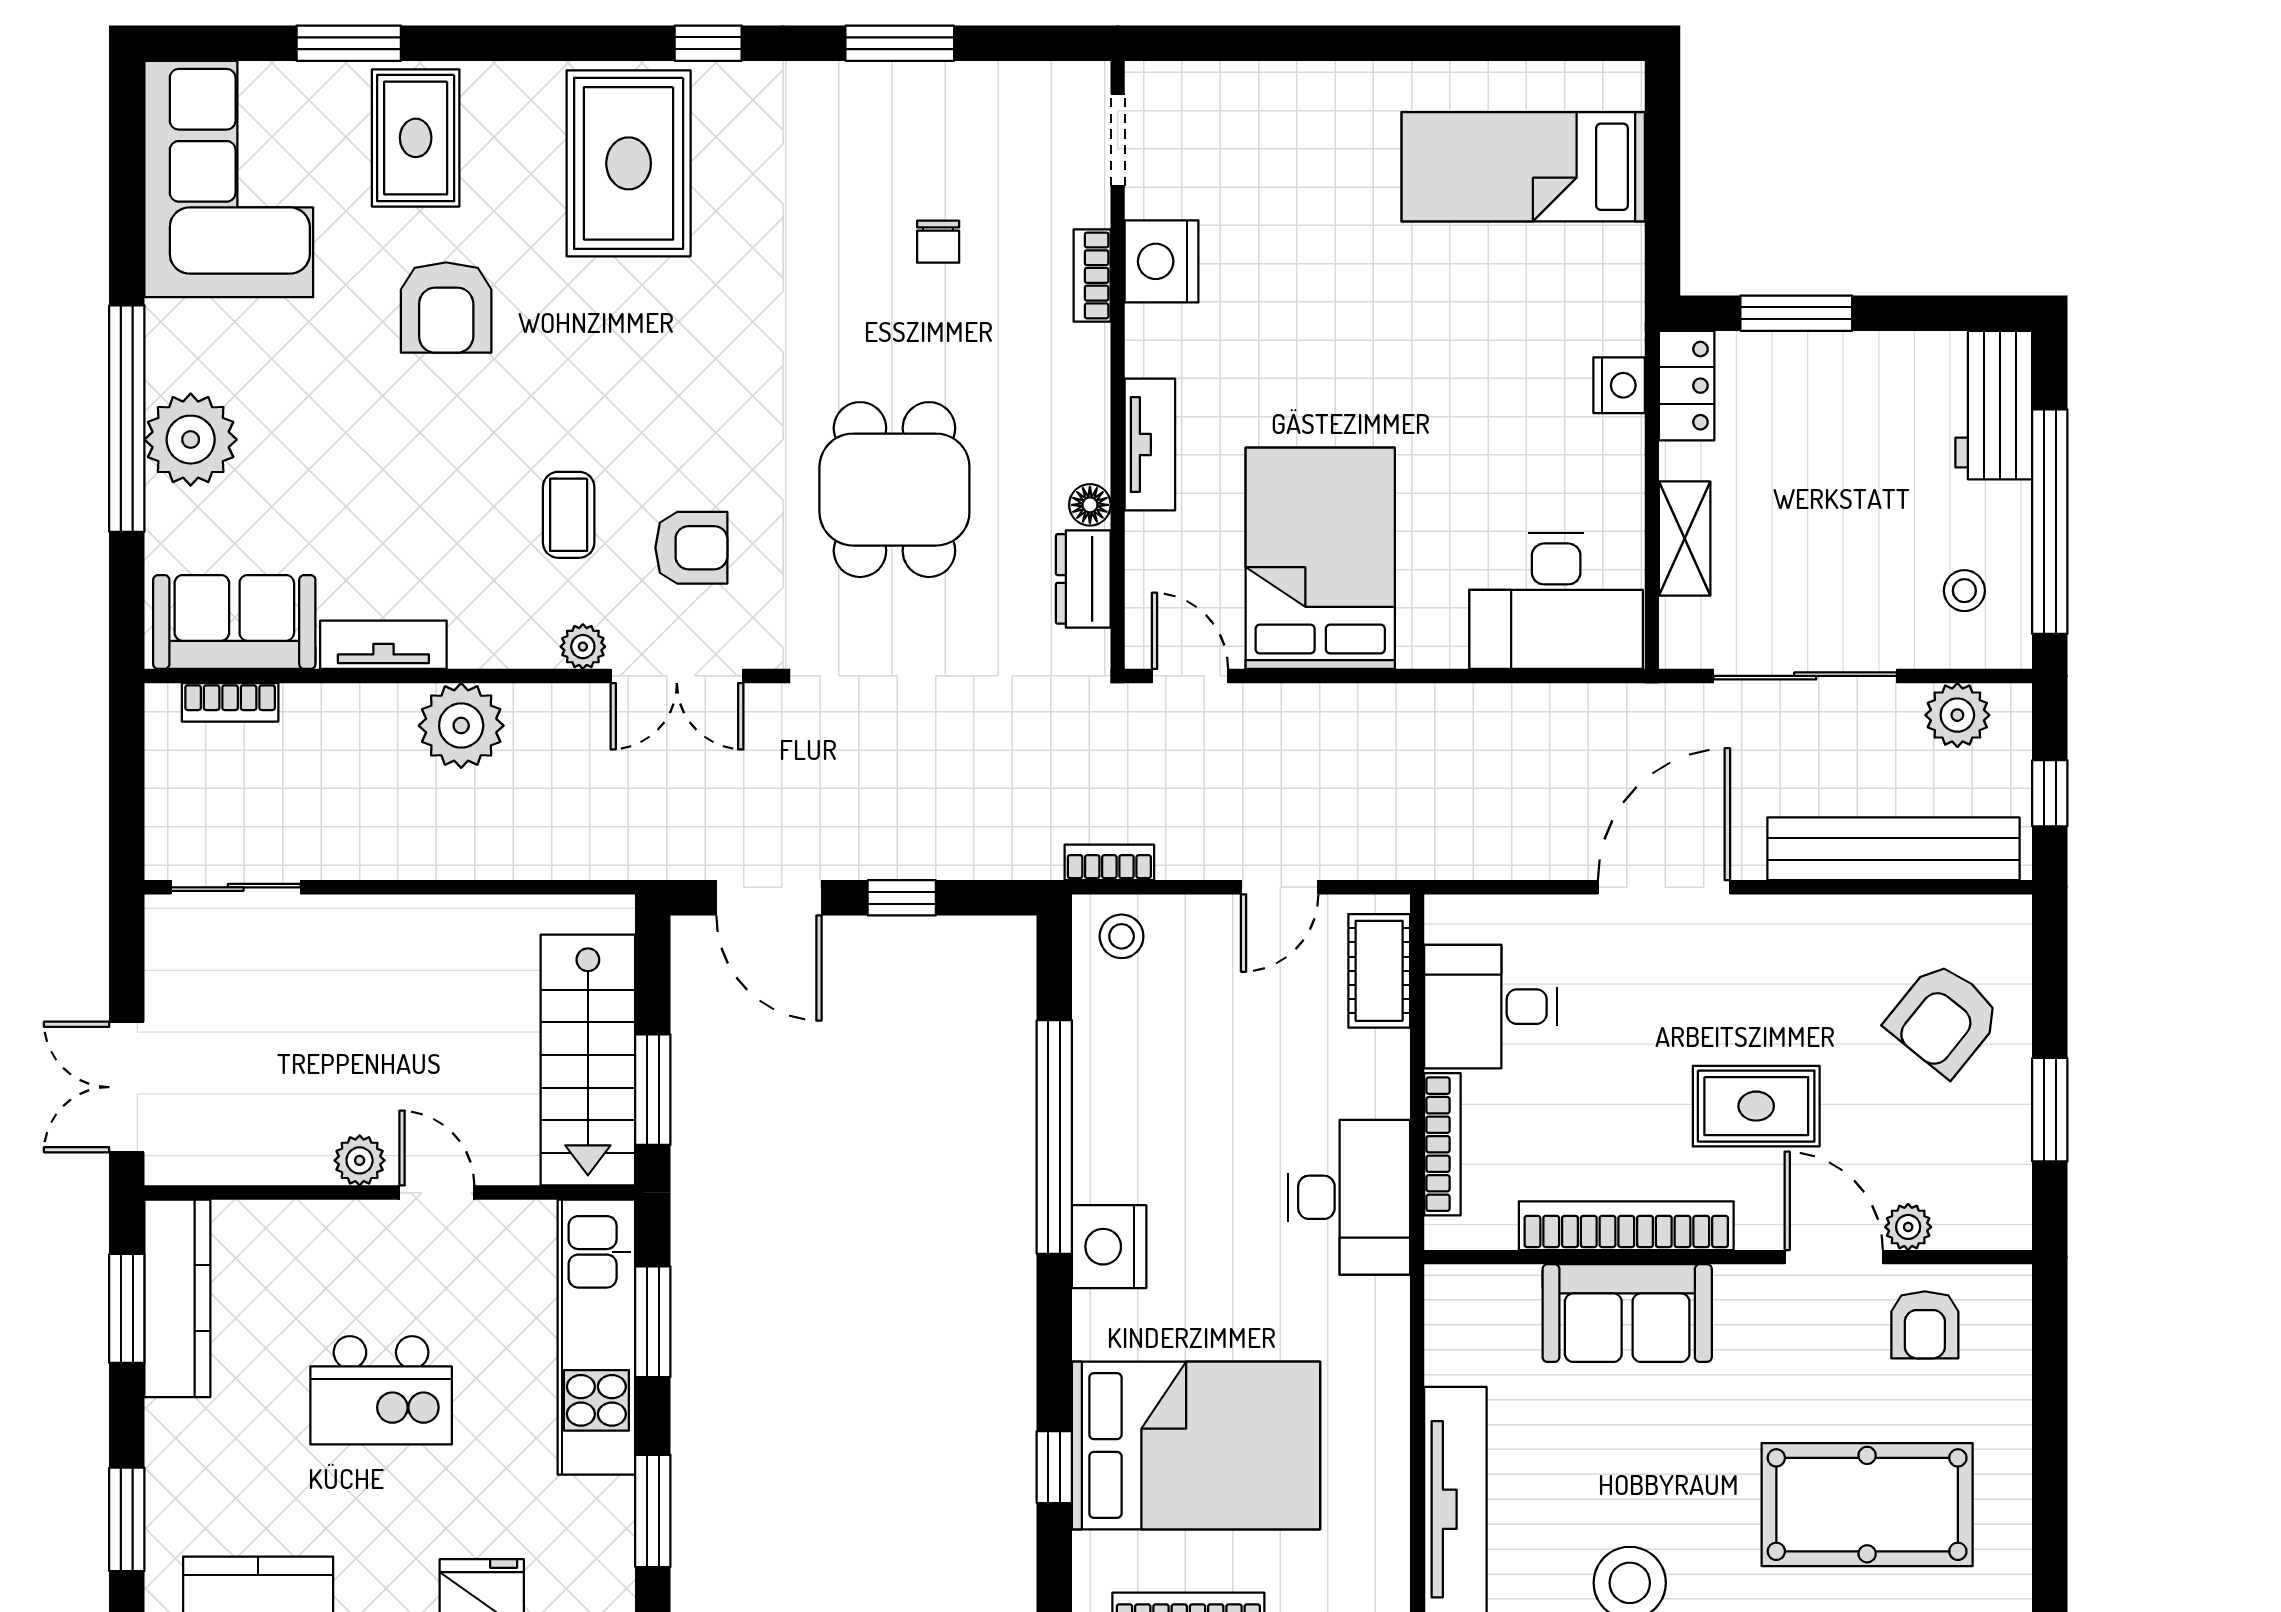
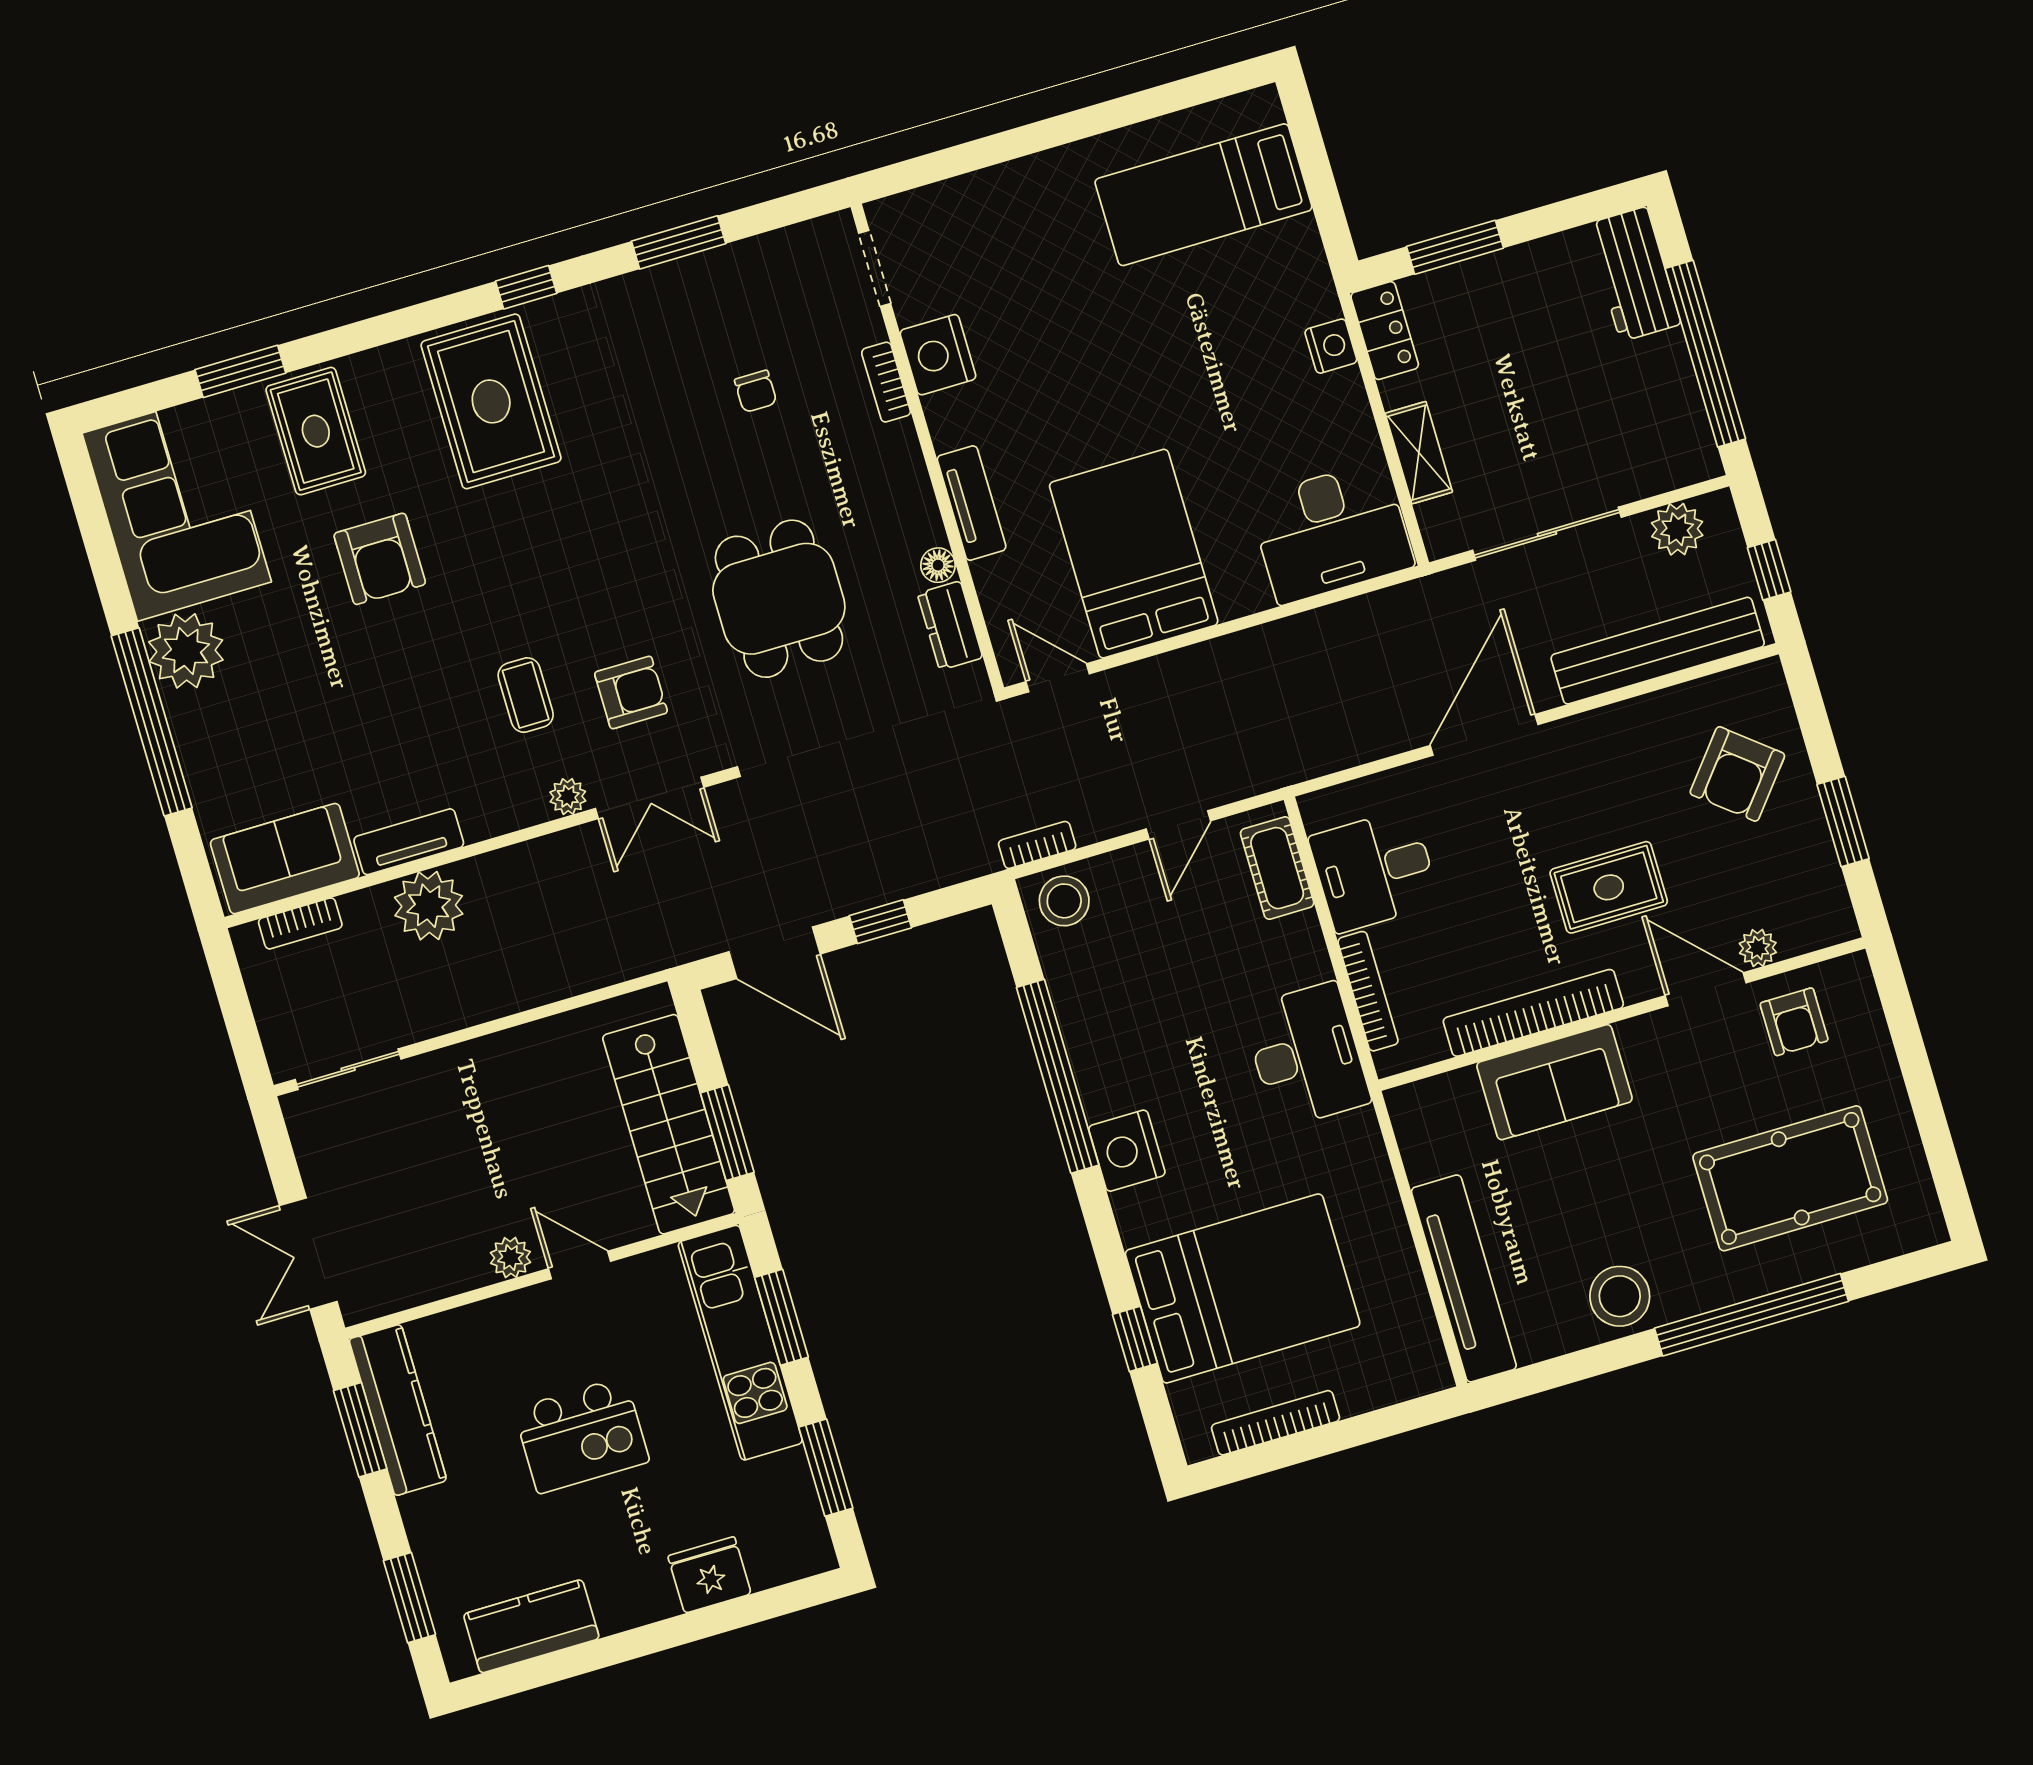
plant: (191, 440) -> (186, 651), moved
stool: (1964, 591) -> (1654, 429), removed
plant: (461, 726) -> (429, 906), moved
stool: (1122, 936) -> (1064, 901), width x1.37, depth x1.37

